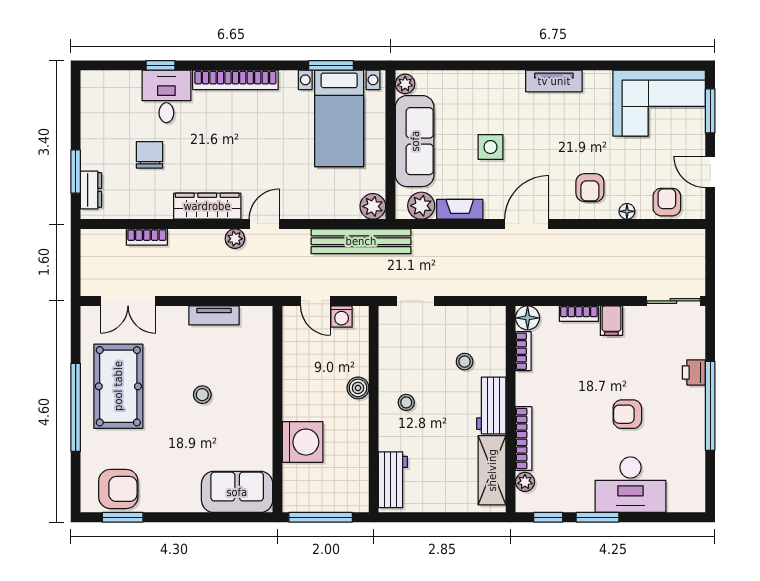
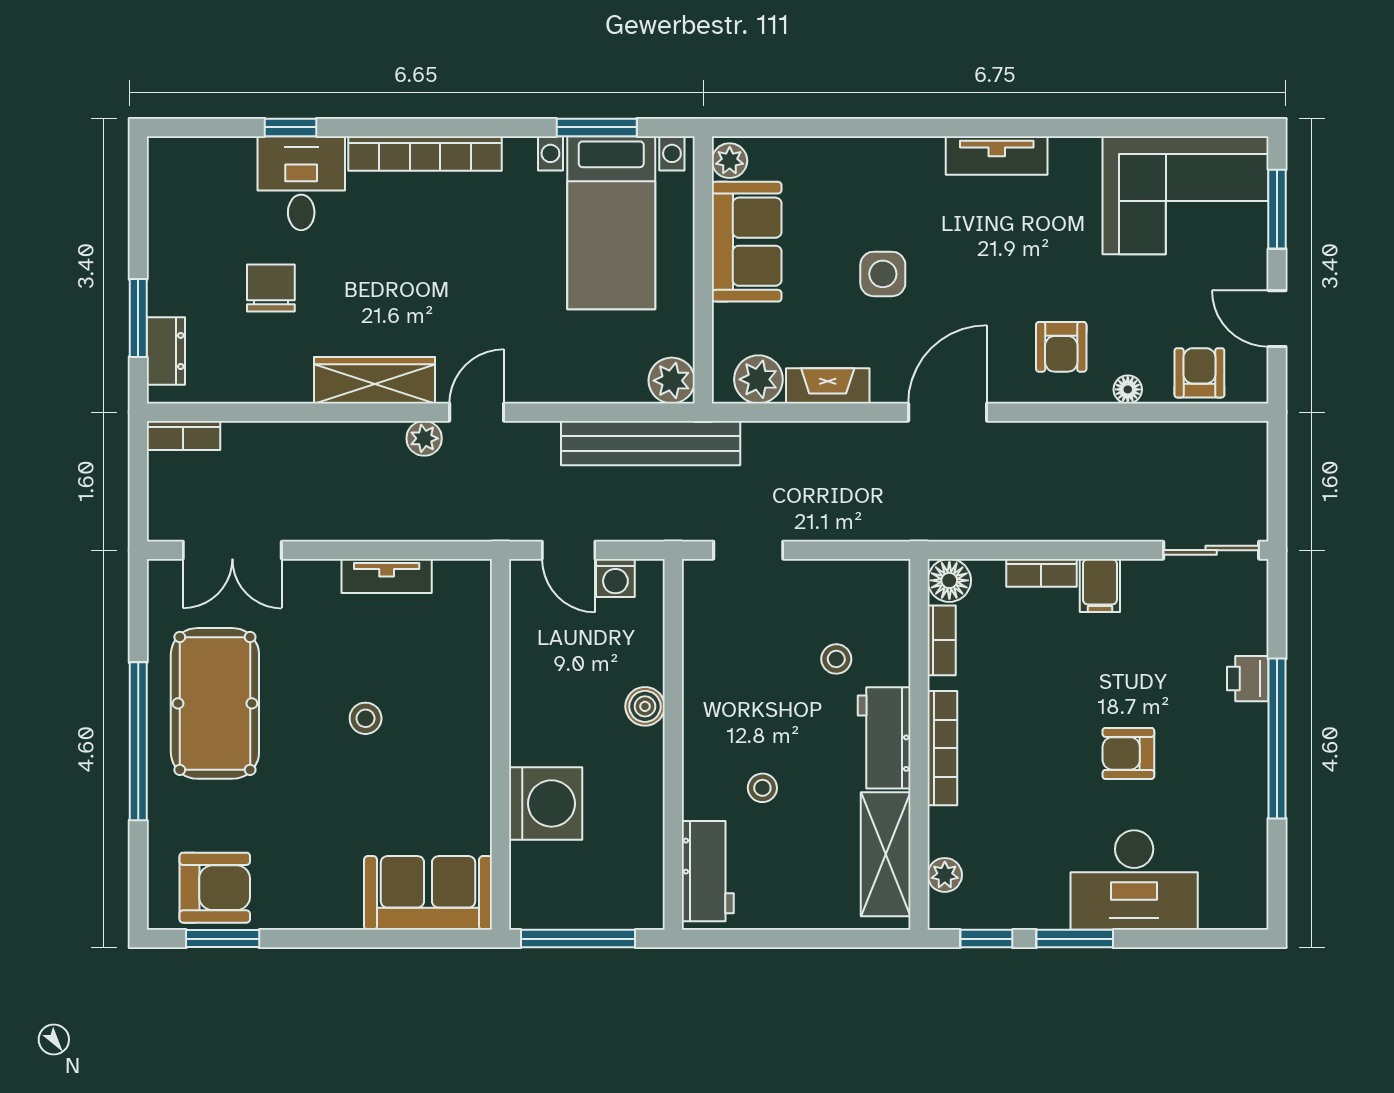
sofa: (415, 141) -> (747, 242), width x0.73
bookcase: (147, 237) -> (183, 435), moved
stool: (406, 402) -> (762, 788), moved
bookcase: (524, 439) -> (942, 748), moved

